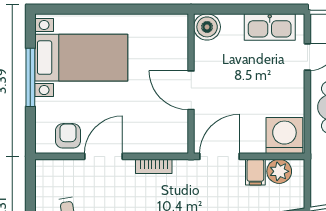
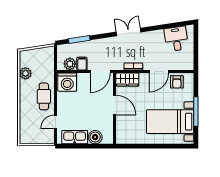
boiler: (207, 27) -> (95, 137), moved
wardrobe: (166, 141) -> (127, 79), added

